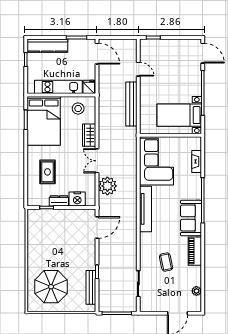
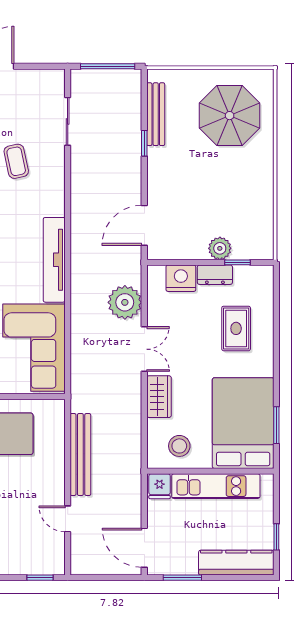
plant: (56, 215) -> (220, 248), added

